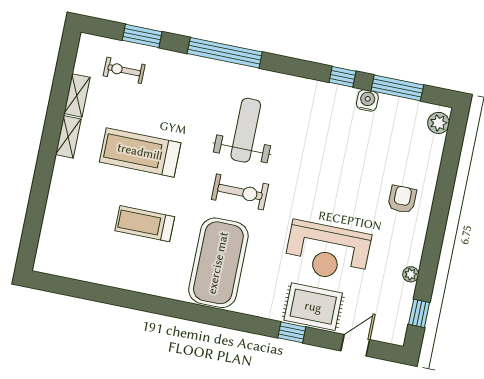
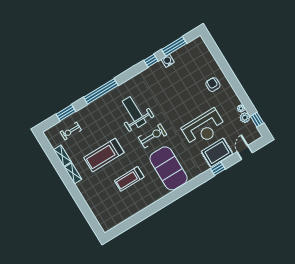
plant: (438, 123) -> (245, 118), moved

